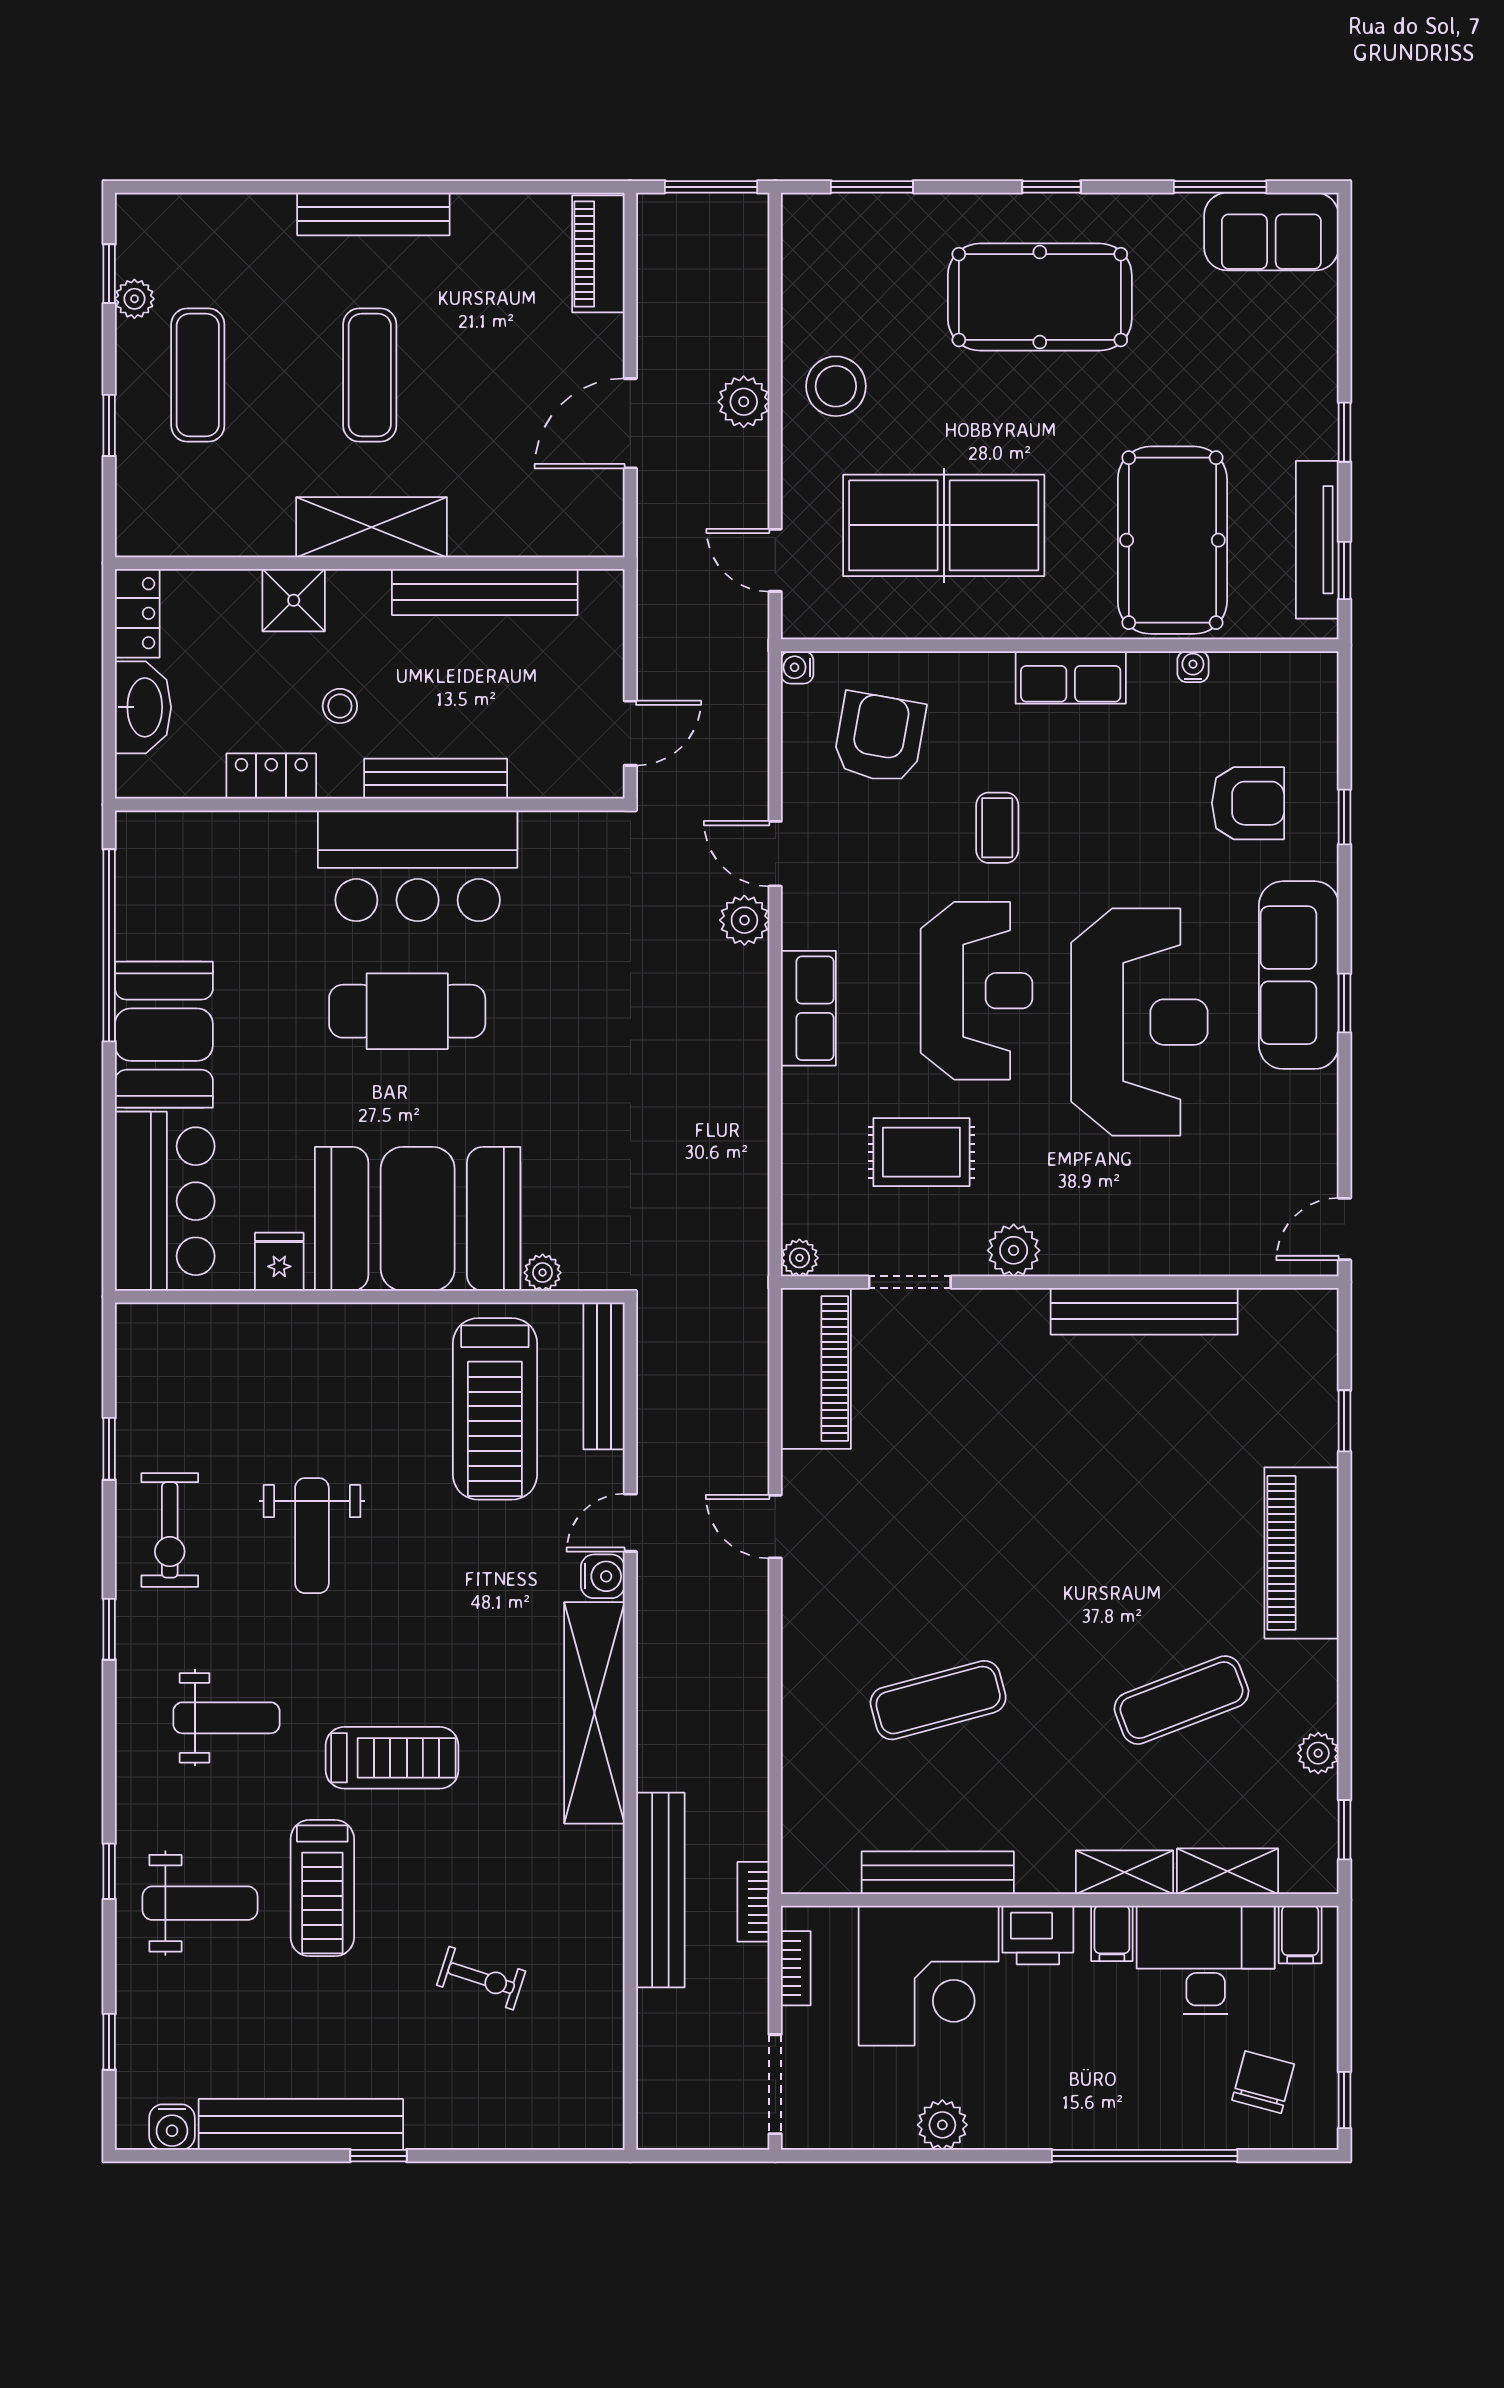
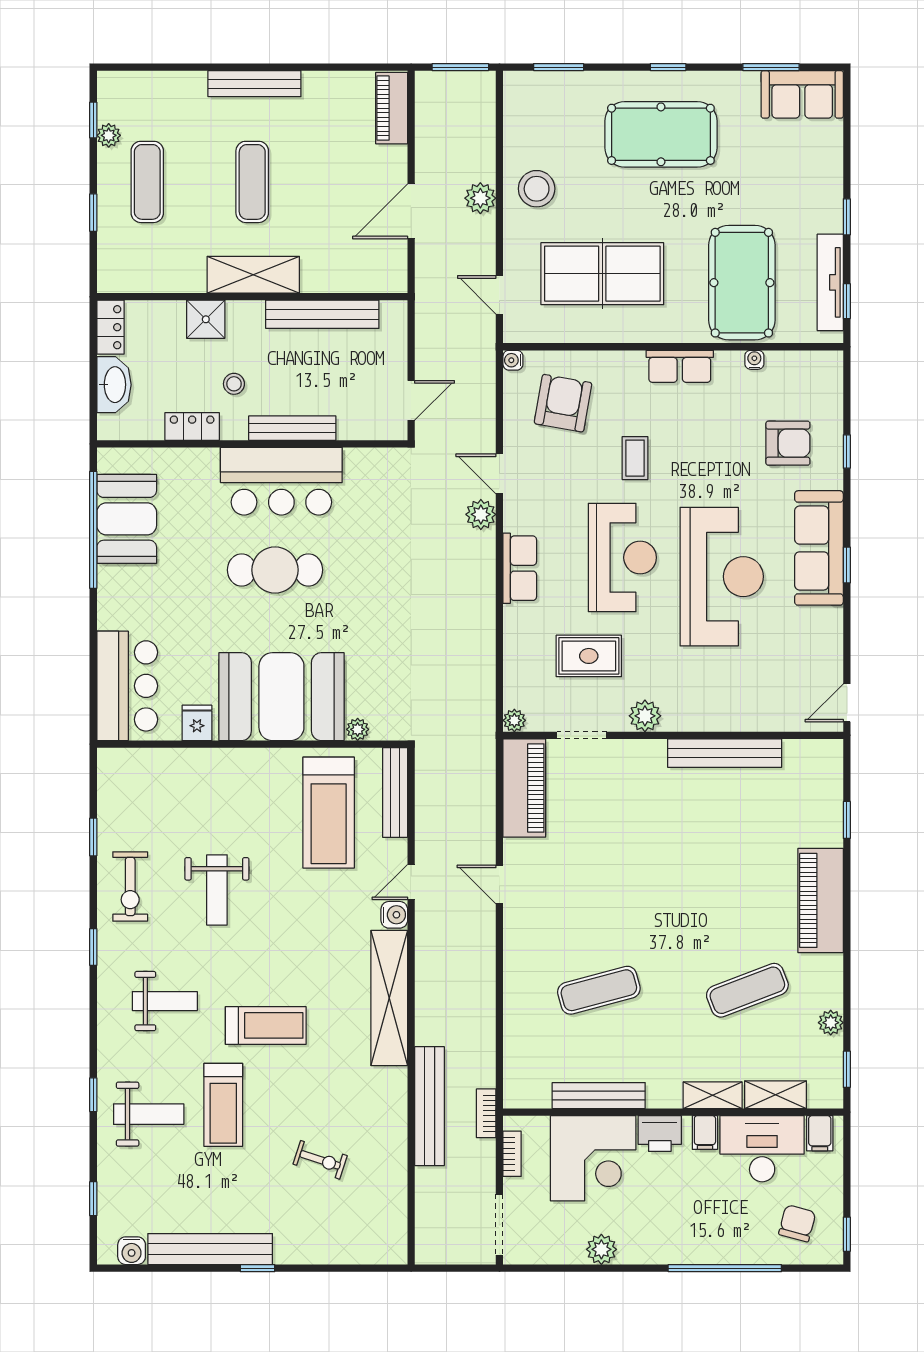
booth: (164, 1035) -> (127, 519), moved

